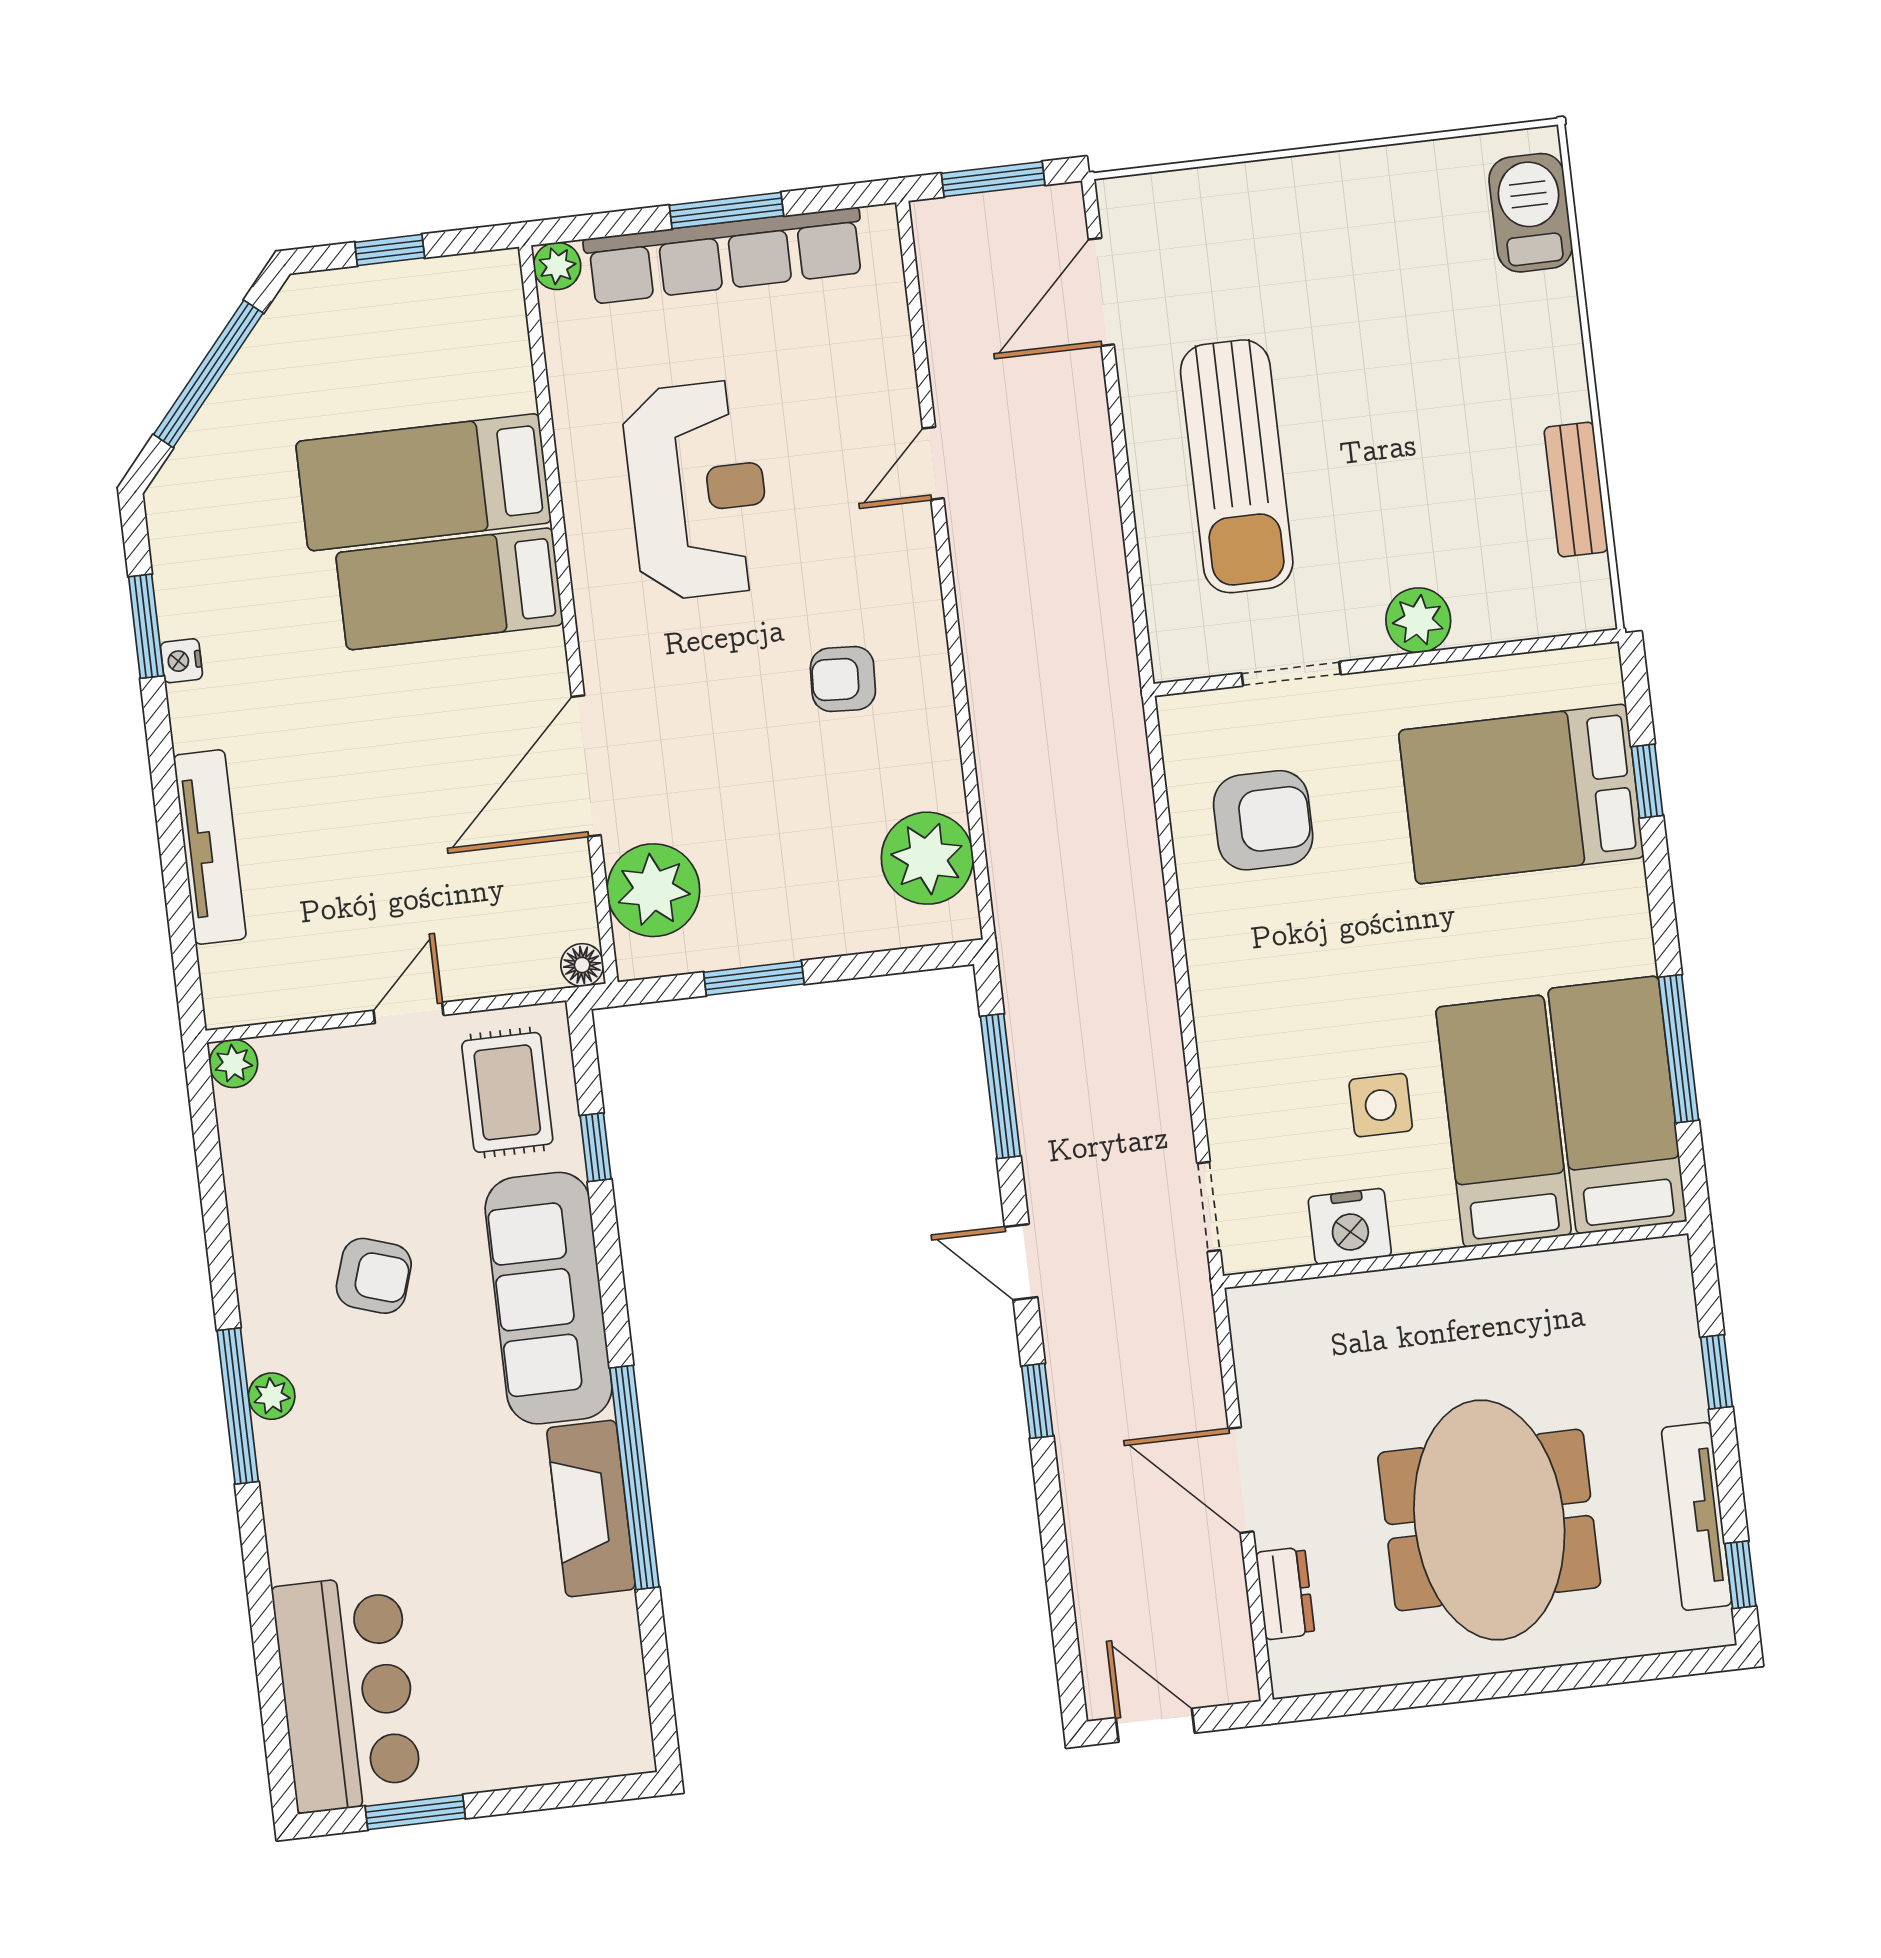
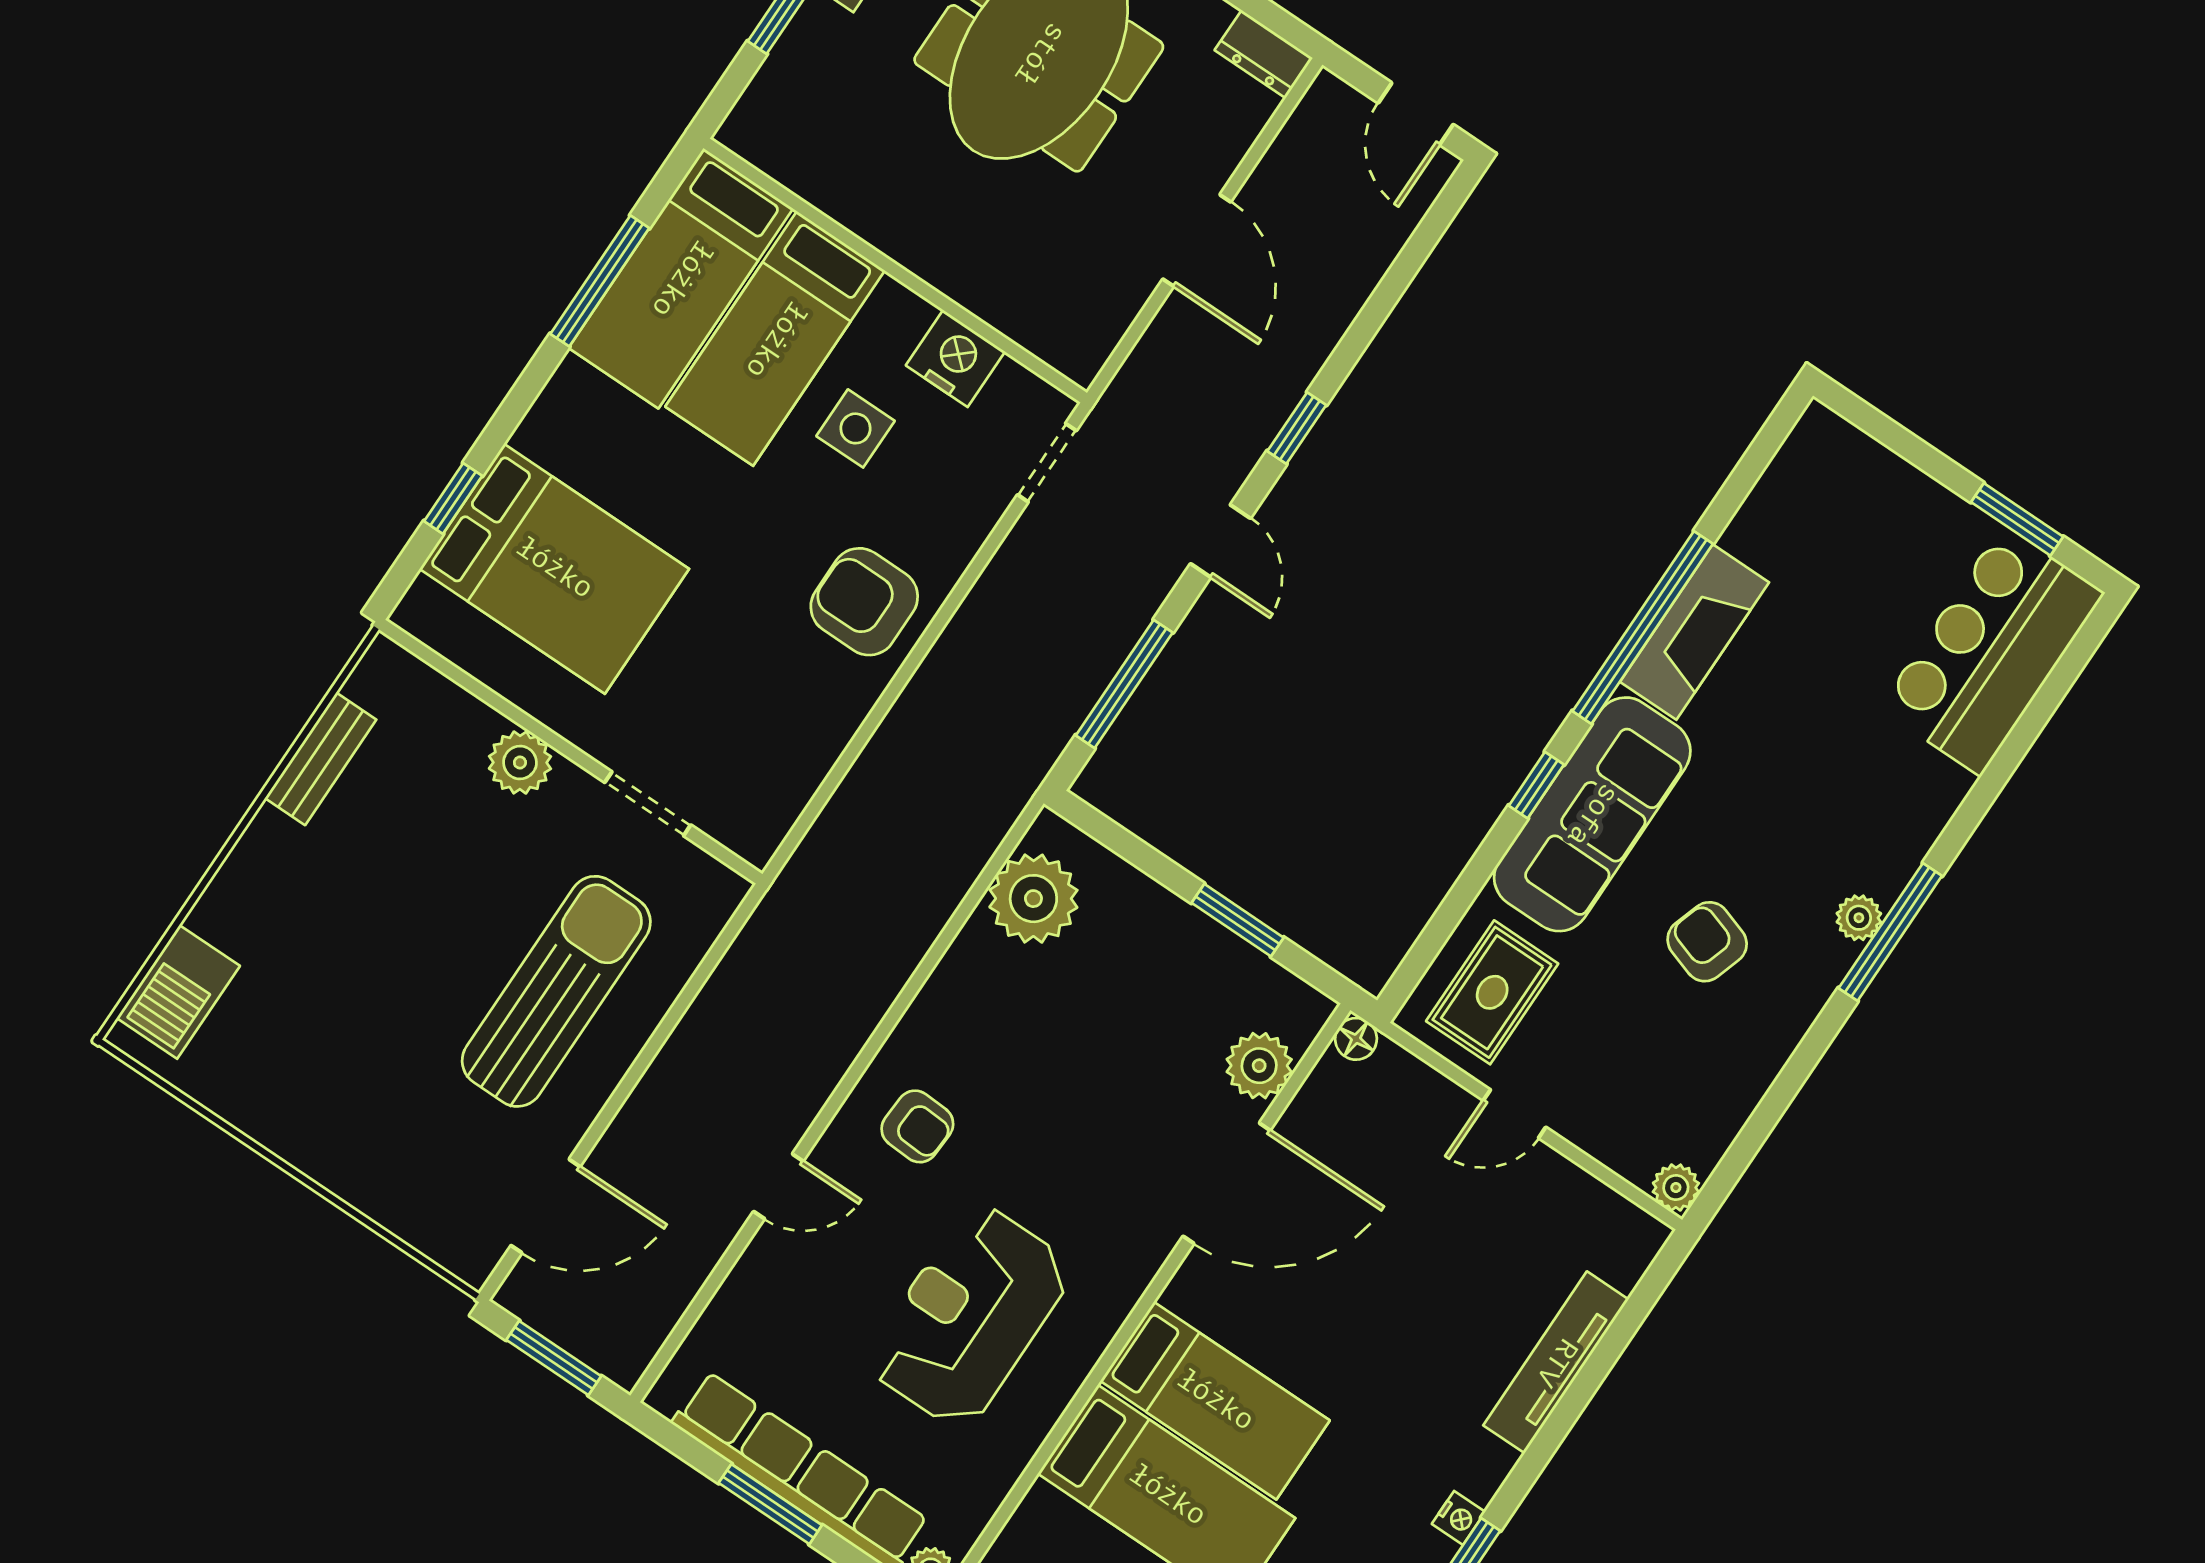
armchair: (843, 679) -> (917, 1126), moved
armchair: (1263, 820) -> (864, 602), moved
plant: (653, 890) -> (1259, 1066), width x0.73, depth x0.73
window: (596, 1147) -> (1536, 785), moved
dresser: (1285, 1593) -> (1264, 54), moved, turned -90

